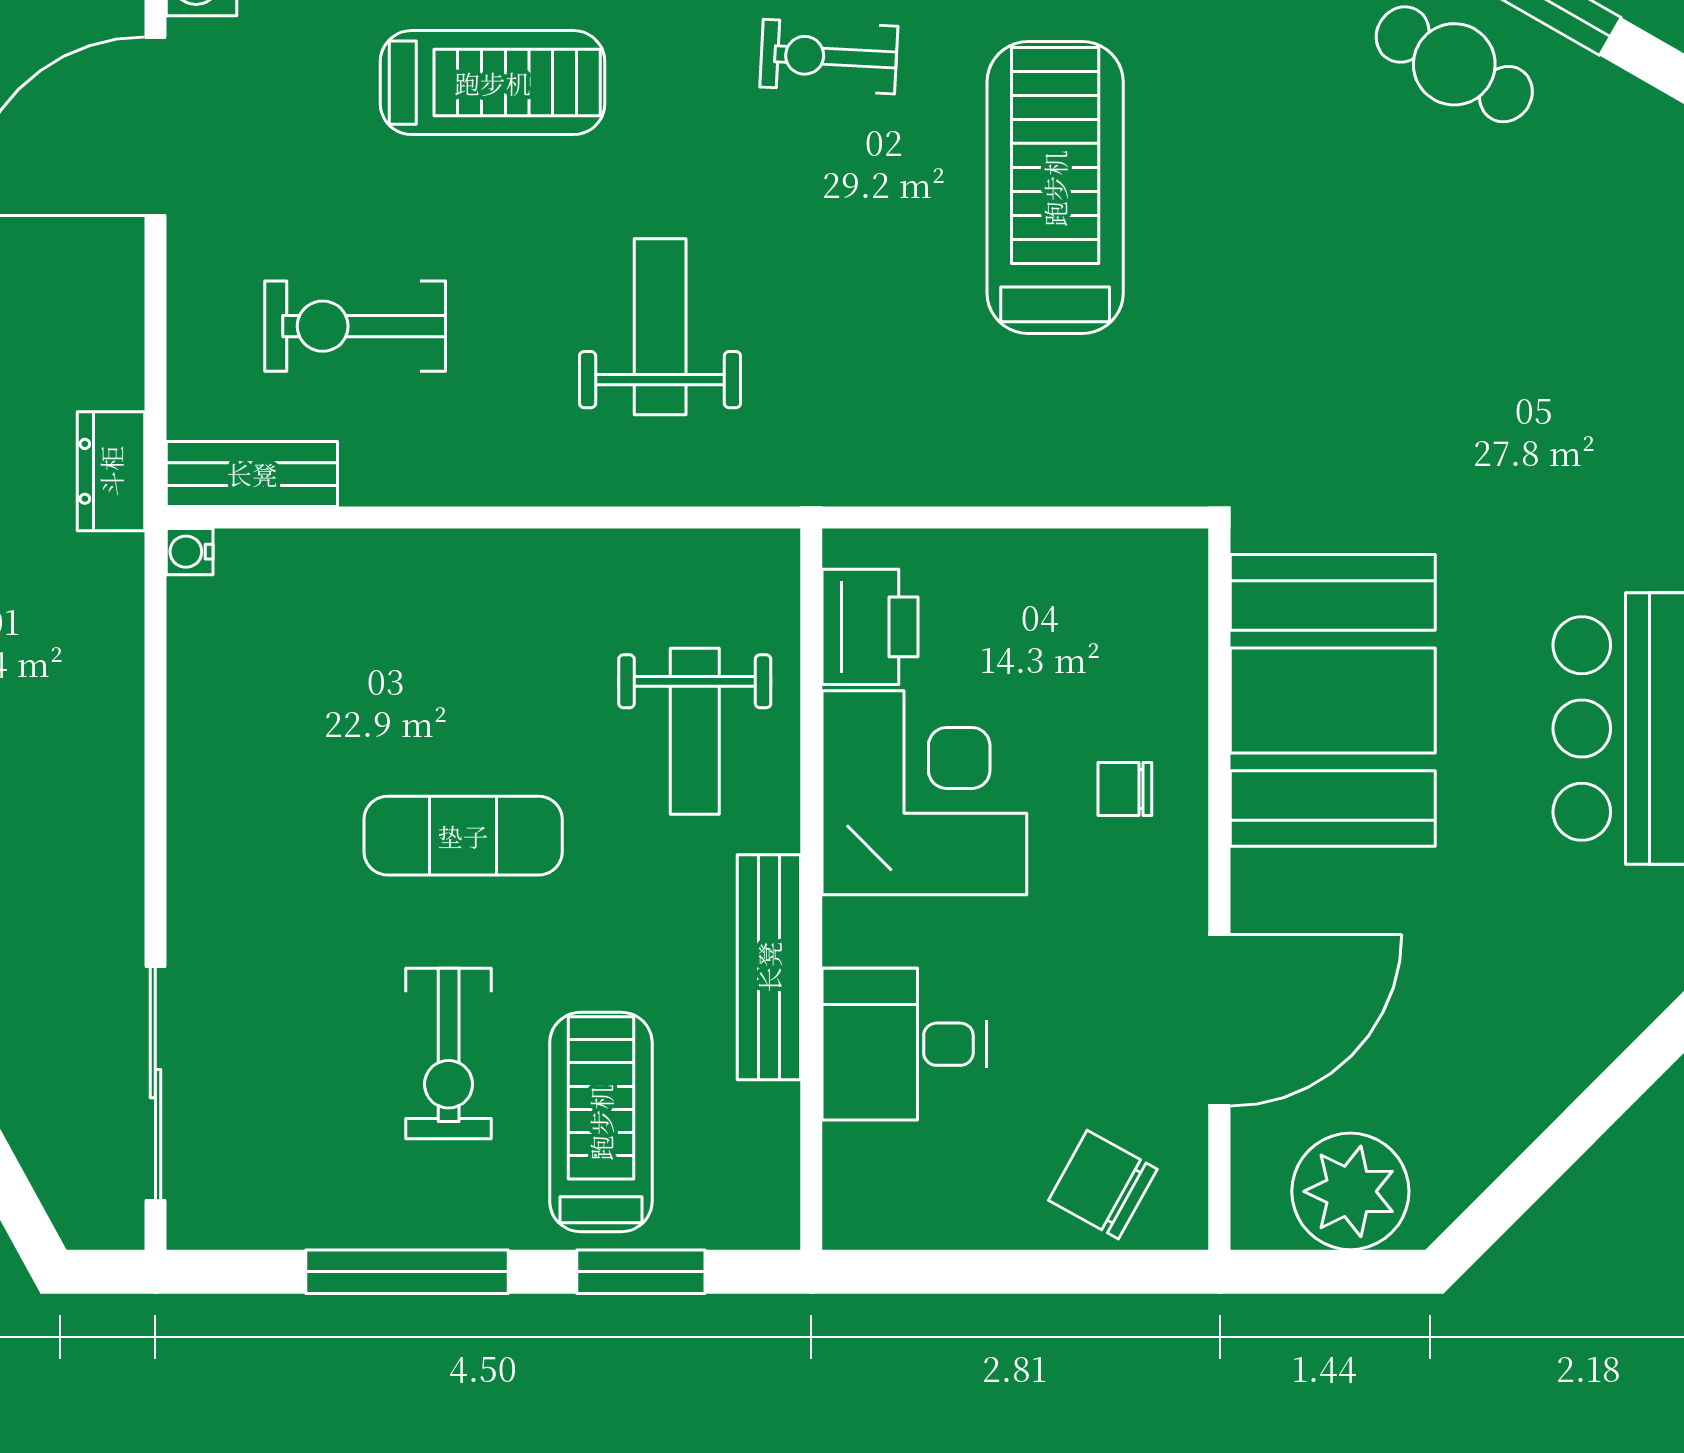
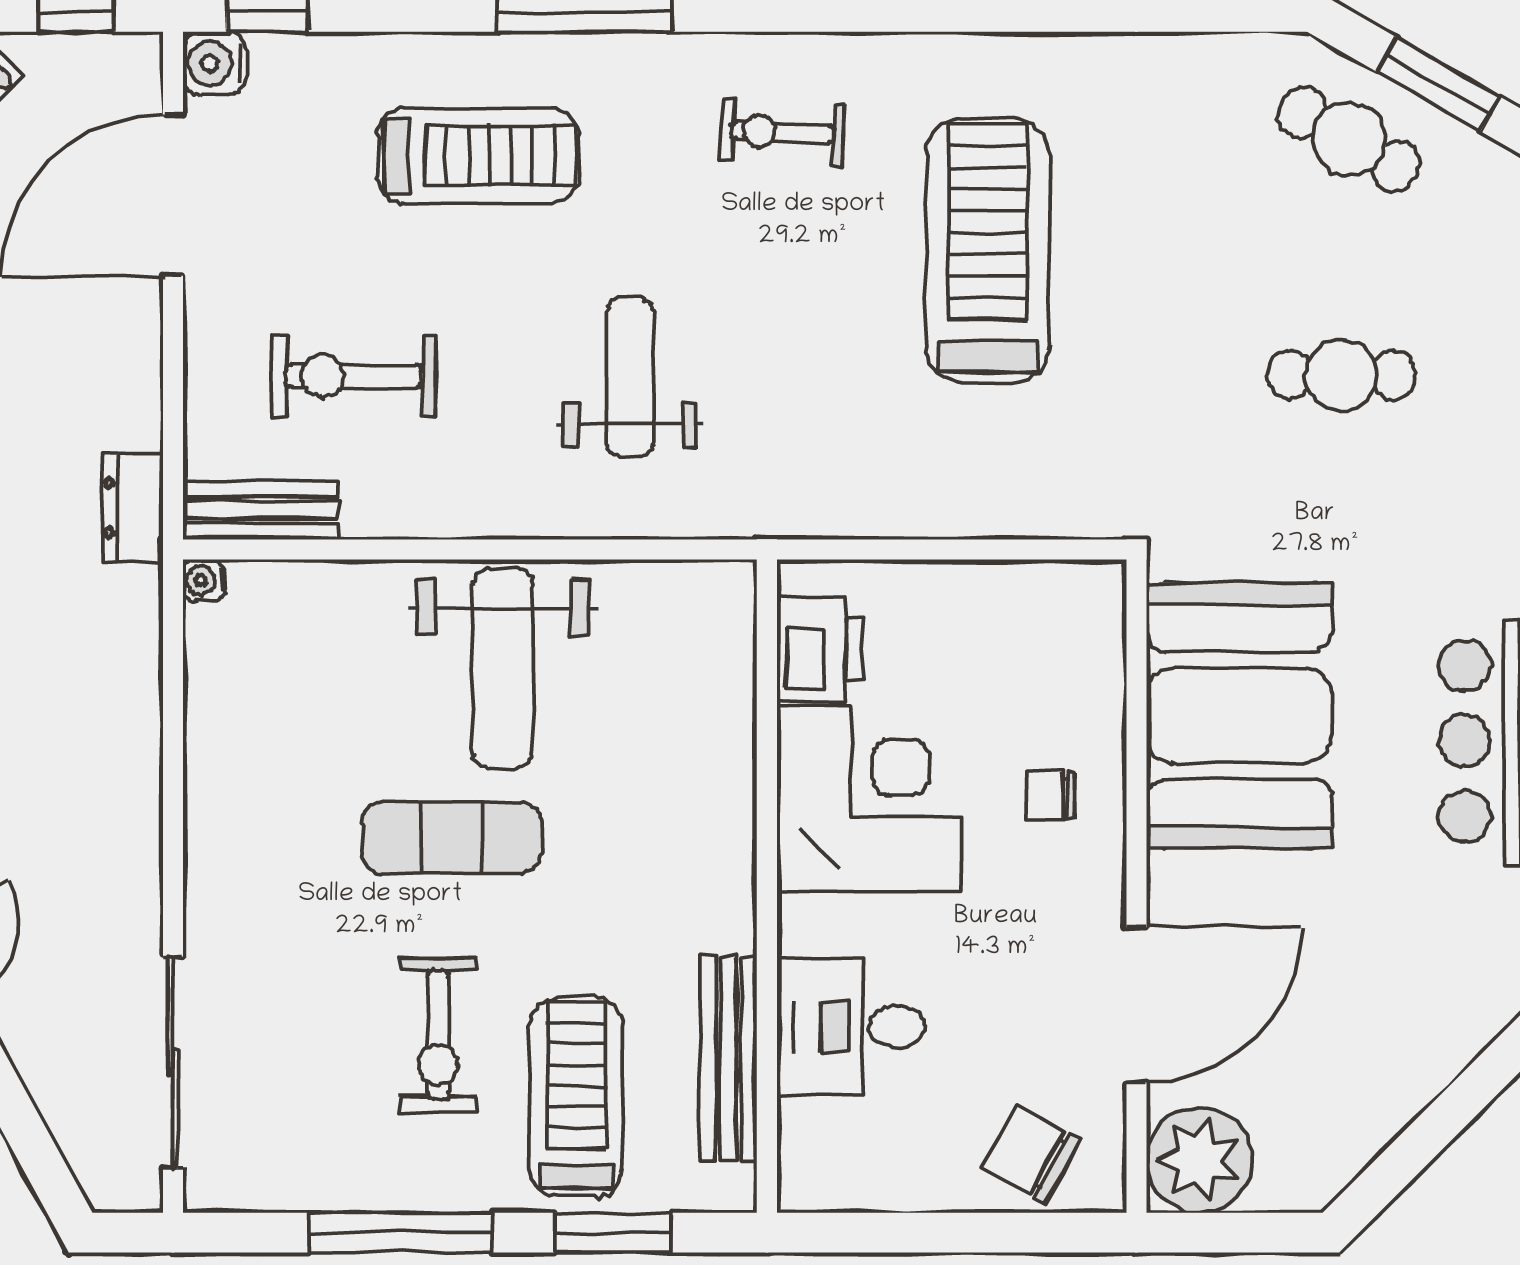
cafe table: (1446, 325) -> (1341, 375), added
weight bench: (695, 731) -> (502, 668), moved, width x1.36, depth x1.33
bench: (769, 967) -> (728, 1058), moved
plant: (1350, 1191) -> (1199, 1160), moved

